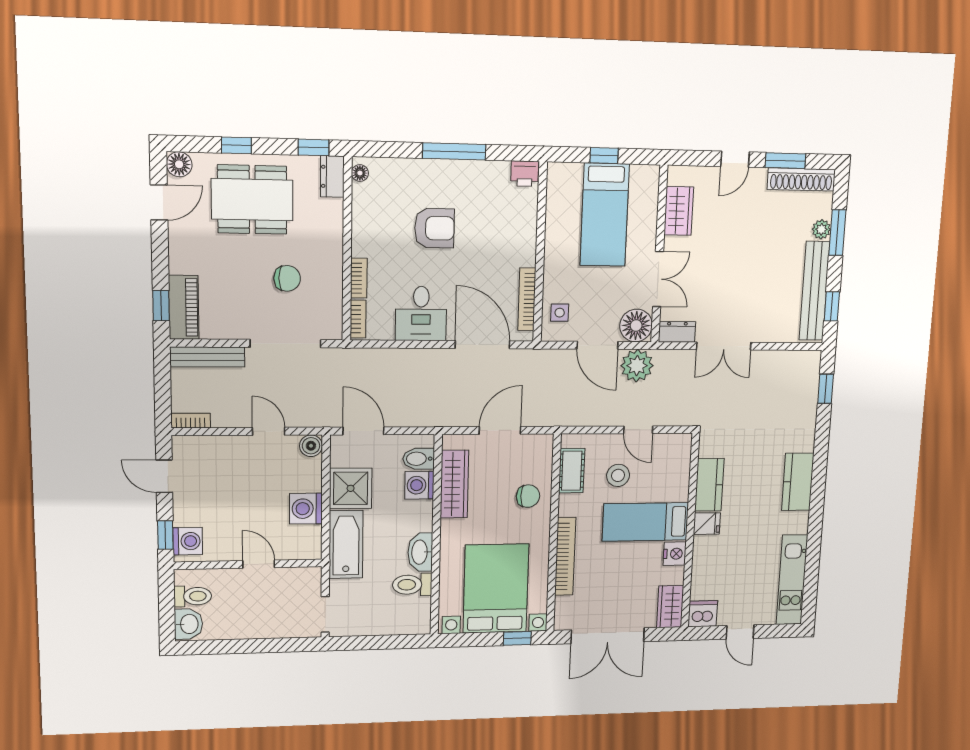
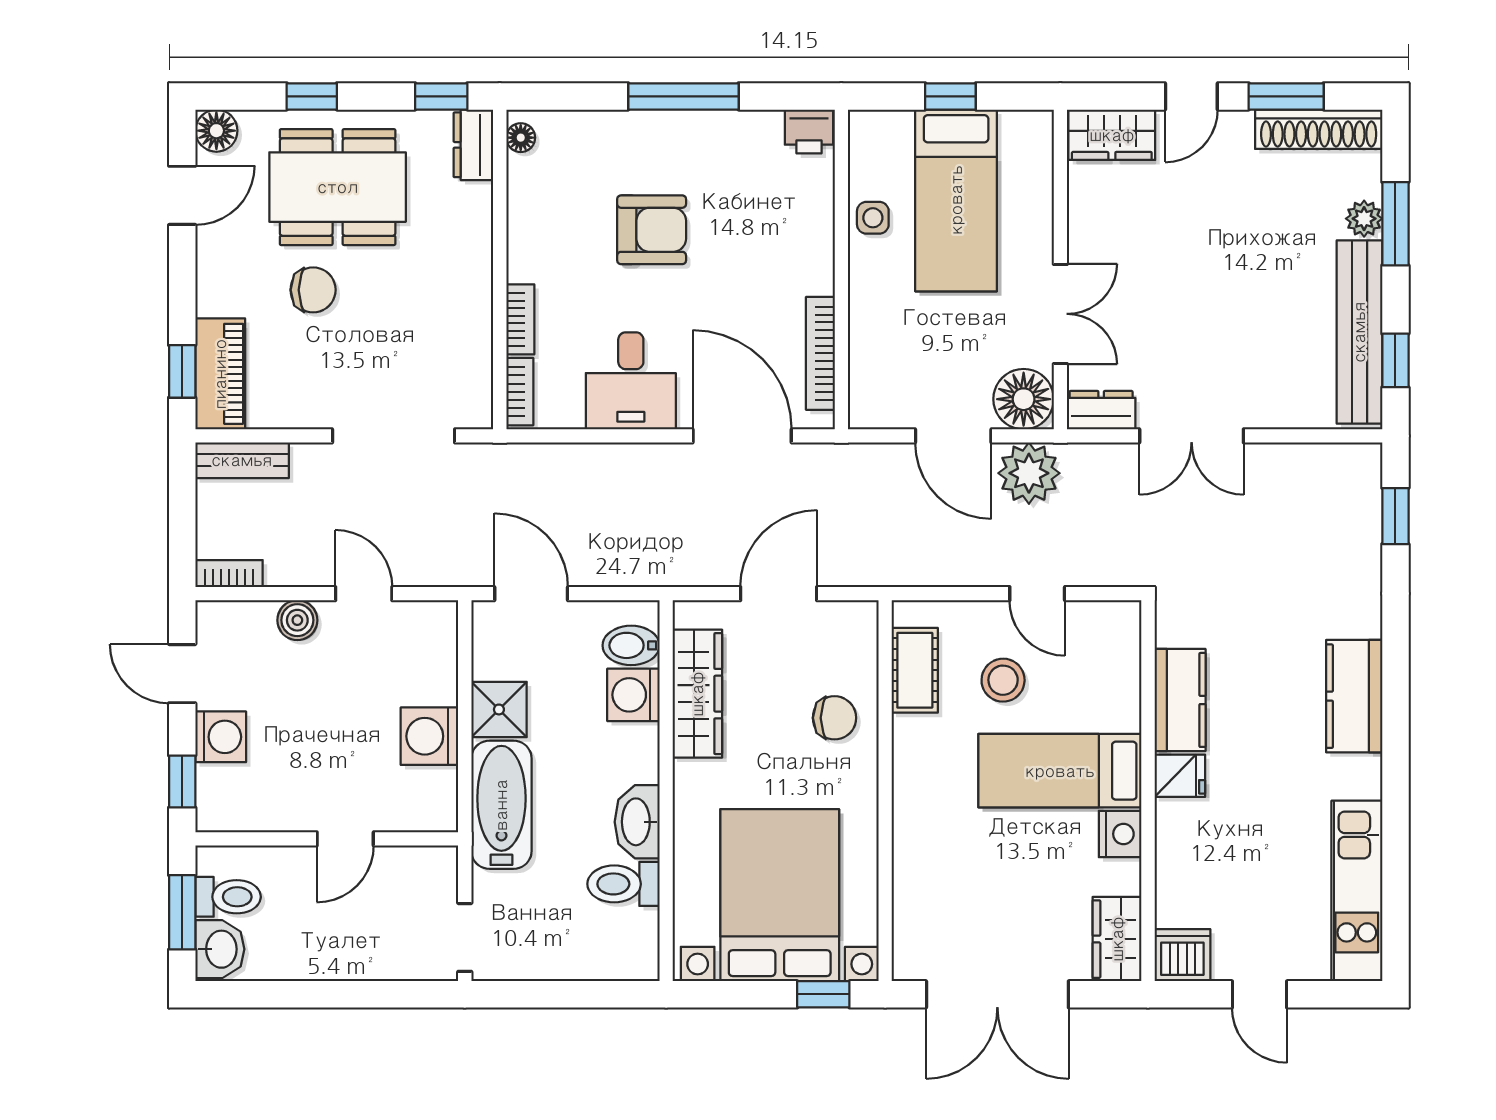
wardrobe: (679, 211) -> (1112, 135), moved, turned 90
chair: (287, 278) -> (313, 290), moved
side table: (560, 313) -> (873, 218), moved
bench: (207, 357) -> (242, 460), width x0.73
boiler: (311, 446) -> (297, 620), moved
shower: (351, 488) -> (499, 709), width x0.73, depth x0.73
washing machine: (188, 541) -> (221, 737), moved
bookcase: (565, 556) -> (909, 835), removed
door: (259, 564) -> (345, 839), swing flipped
window: (167, 605) -> (182, 912), added

